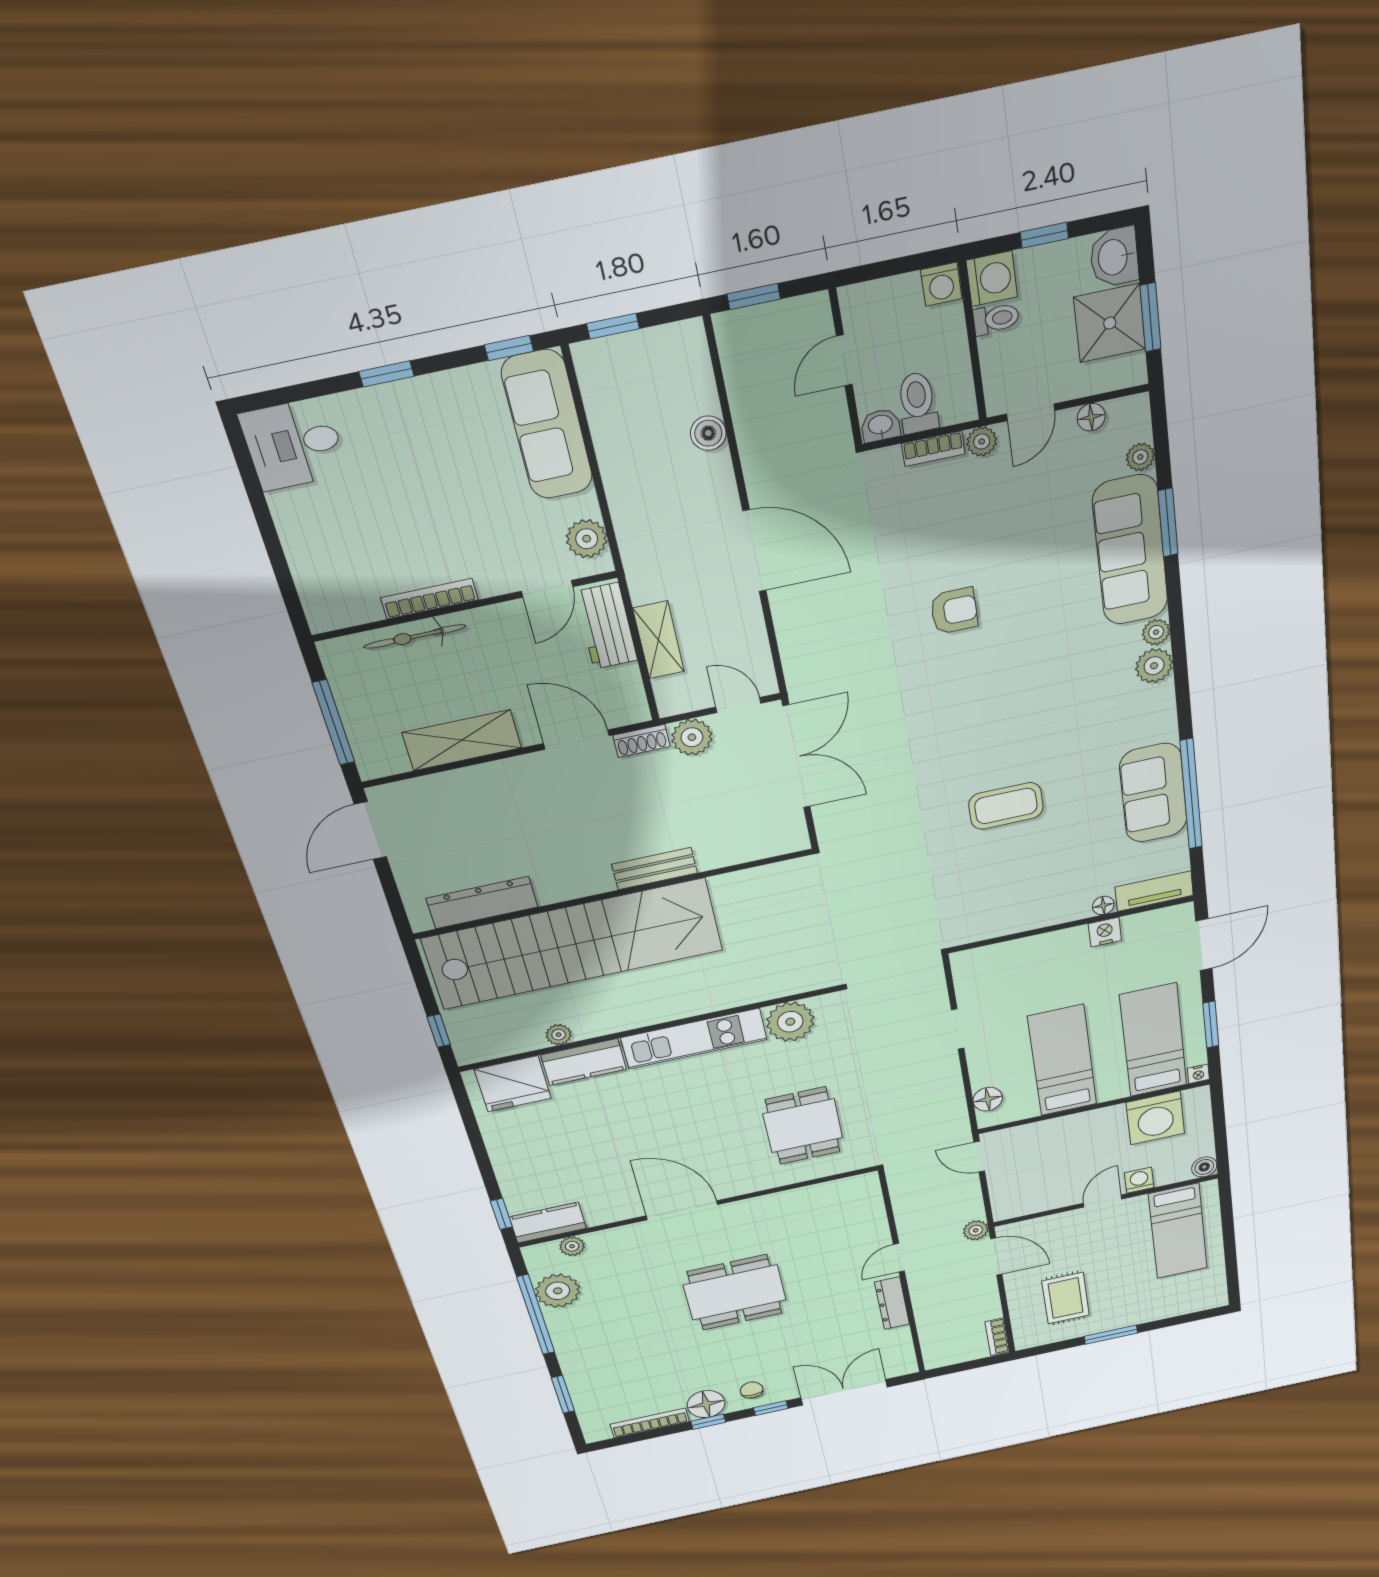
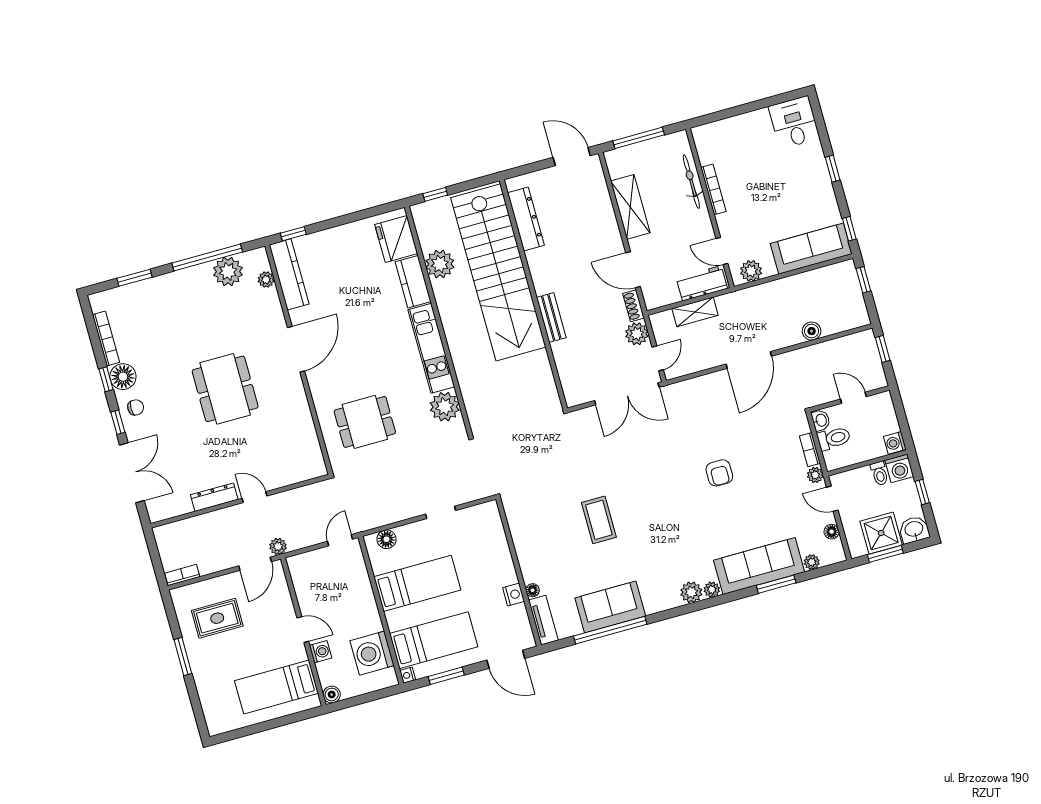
door: (576, 740) -> (633, 270), swing flipped
plant: (559, 1035) -> (440, 264), width x1.88, depth x1.88
kitchen counter: (548, 1223) -> (289, 274), width x1.50

